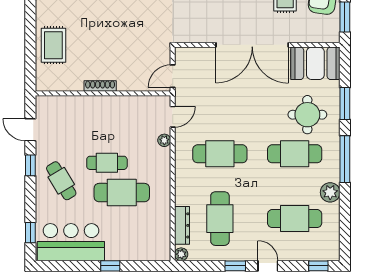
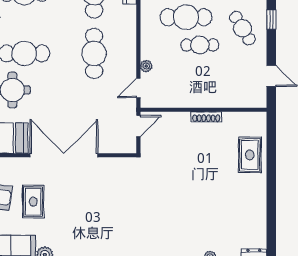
cafe table: (220, 154) -> (94, 53), turned 90
window: (30, 165) -> (271, 20), moved

